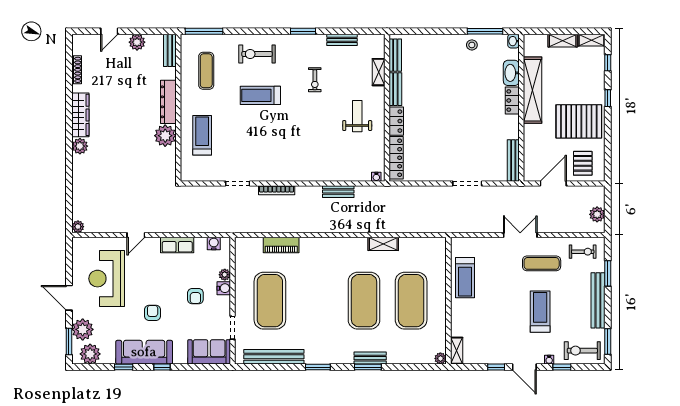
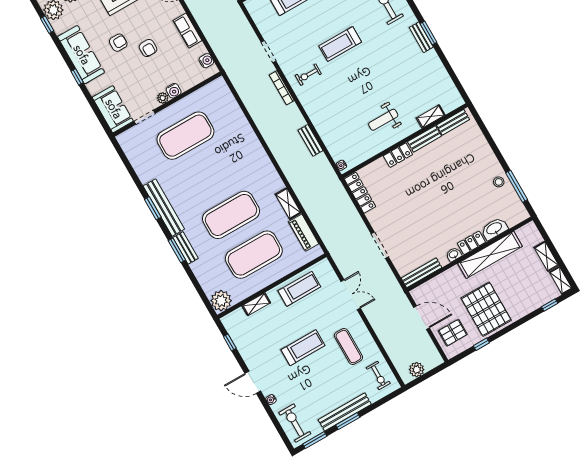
bench: (342, 40) -> (421, 37), moved
washbasin: (513, 41) -> (454, 254), moved
exercise bike: (315, 80) -> (308, 75), moved
treadmill: (260, 95) -> (340, 44), moved, turned -90
window: (608, 98) -> (481, 344), moved
weight bench: (357, 116) -> (383, 120), turned 180
locker: (396, 158) -> (360, 193), moved, turned -90
double door: (520, 235) -> (351, 295), moved
piano: (281, 245) -> (304, 233), moved
window: (608, 273) -> (348, 421), moved
plant: (225, 275) -> (163, 98), moved
treadmill: (465, 278) -> (299, 289), turned 180
armchair: (195, 296) -> (148, 48), moved, turned -90
treadmill: (540, 312) -> (303, 348), moved
shelving: (457, 351) -> (256, 304), moved
bench: (274, 357) -> (164, 207), moved
plant: (440, 358) -> (221, 301), width x1.88, depth x1.88
window: (124, 367) -> (47, 25), moved
window: (496, 367) -> (230, 342), moved
door: (524, 367) -> (253, 382), hinge flipped
window: (562, 367) -> (271, 414), removed

